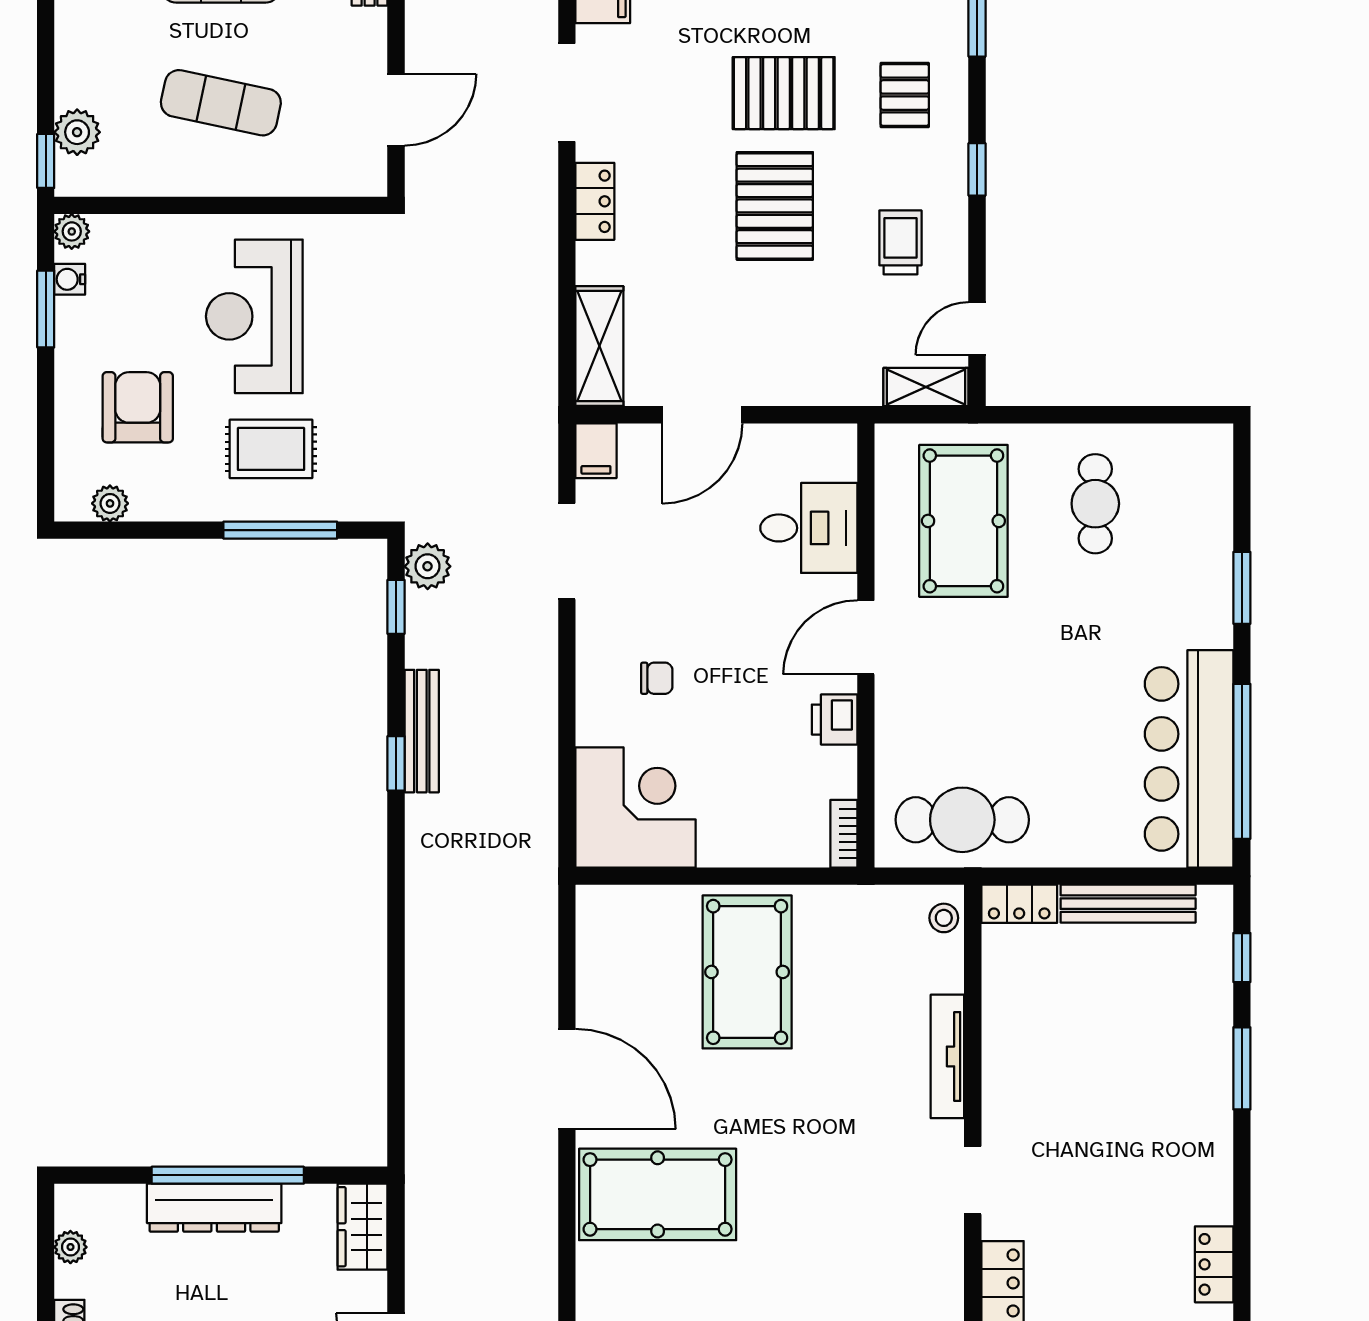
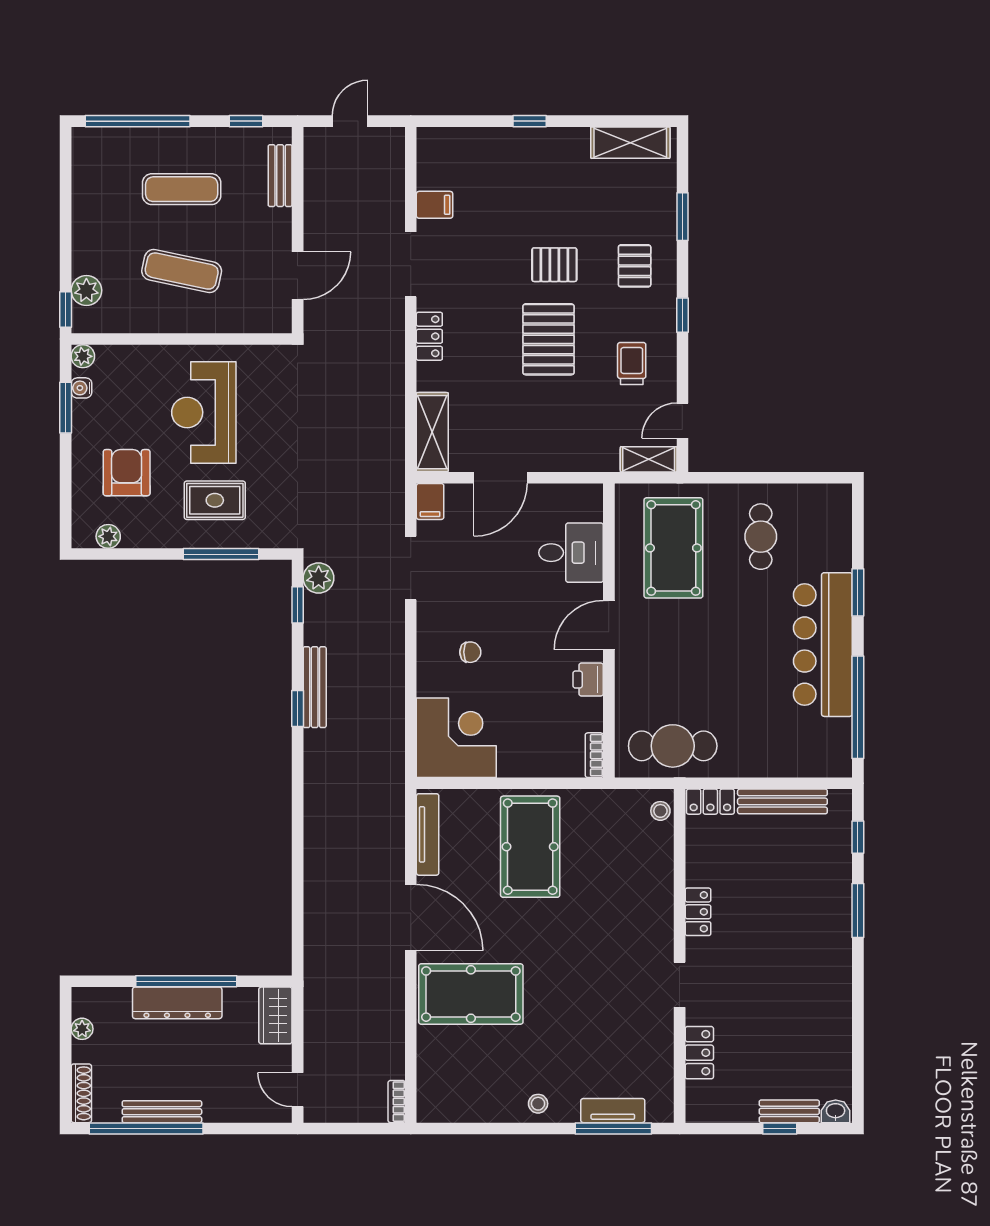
pallet: (784, 93) -> (554, 265), width x0.67, depth x0.71
bar counter: (1189, 759) -> (823, 645), moved
tv unit: (947, 1056) -> (428, 834), moved, turned 180
locker: (1214, 1264) -> (698, 912), moved, turned 180

